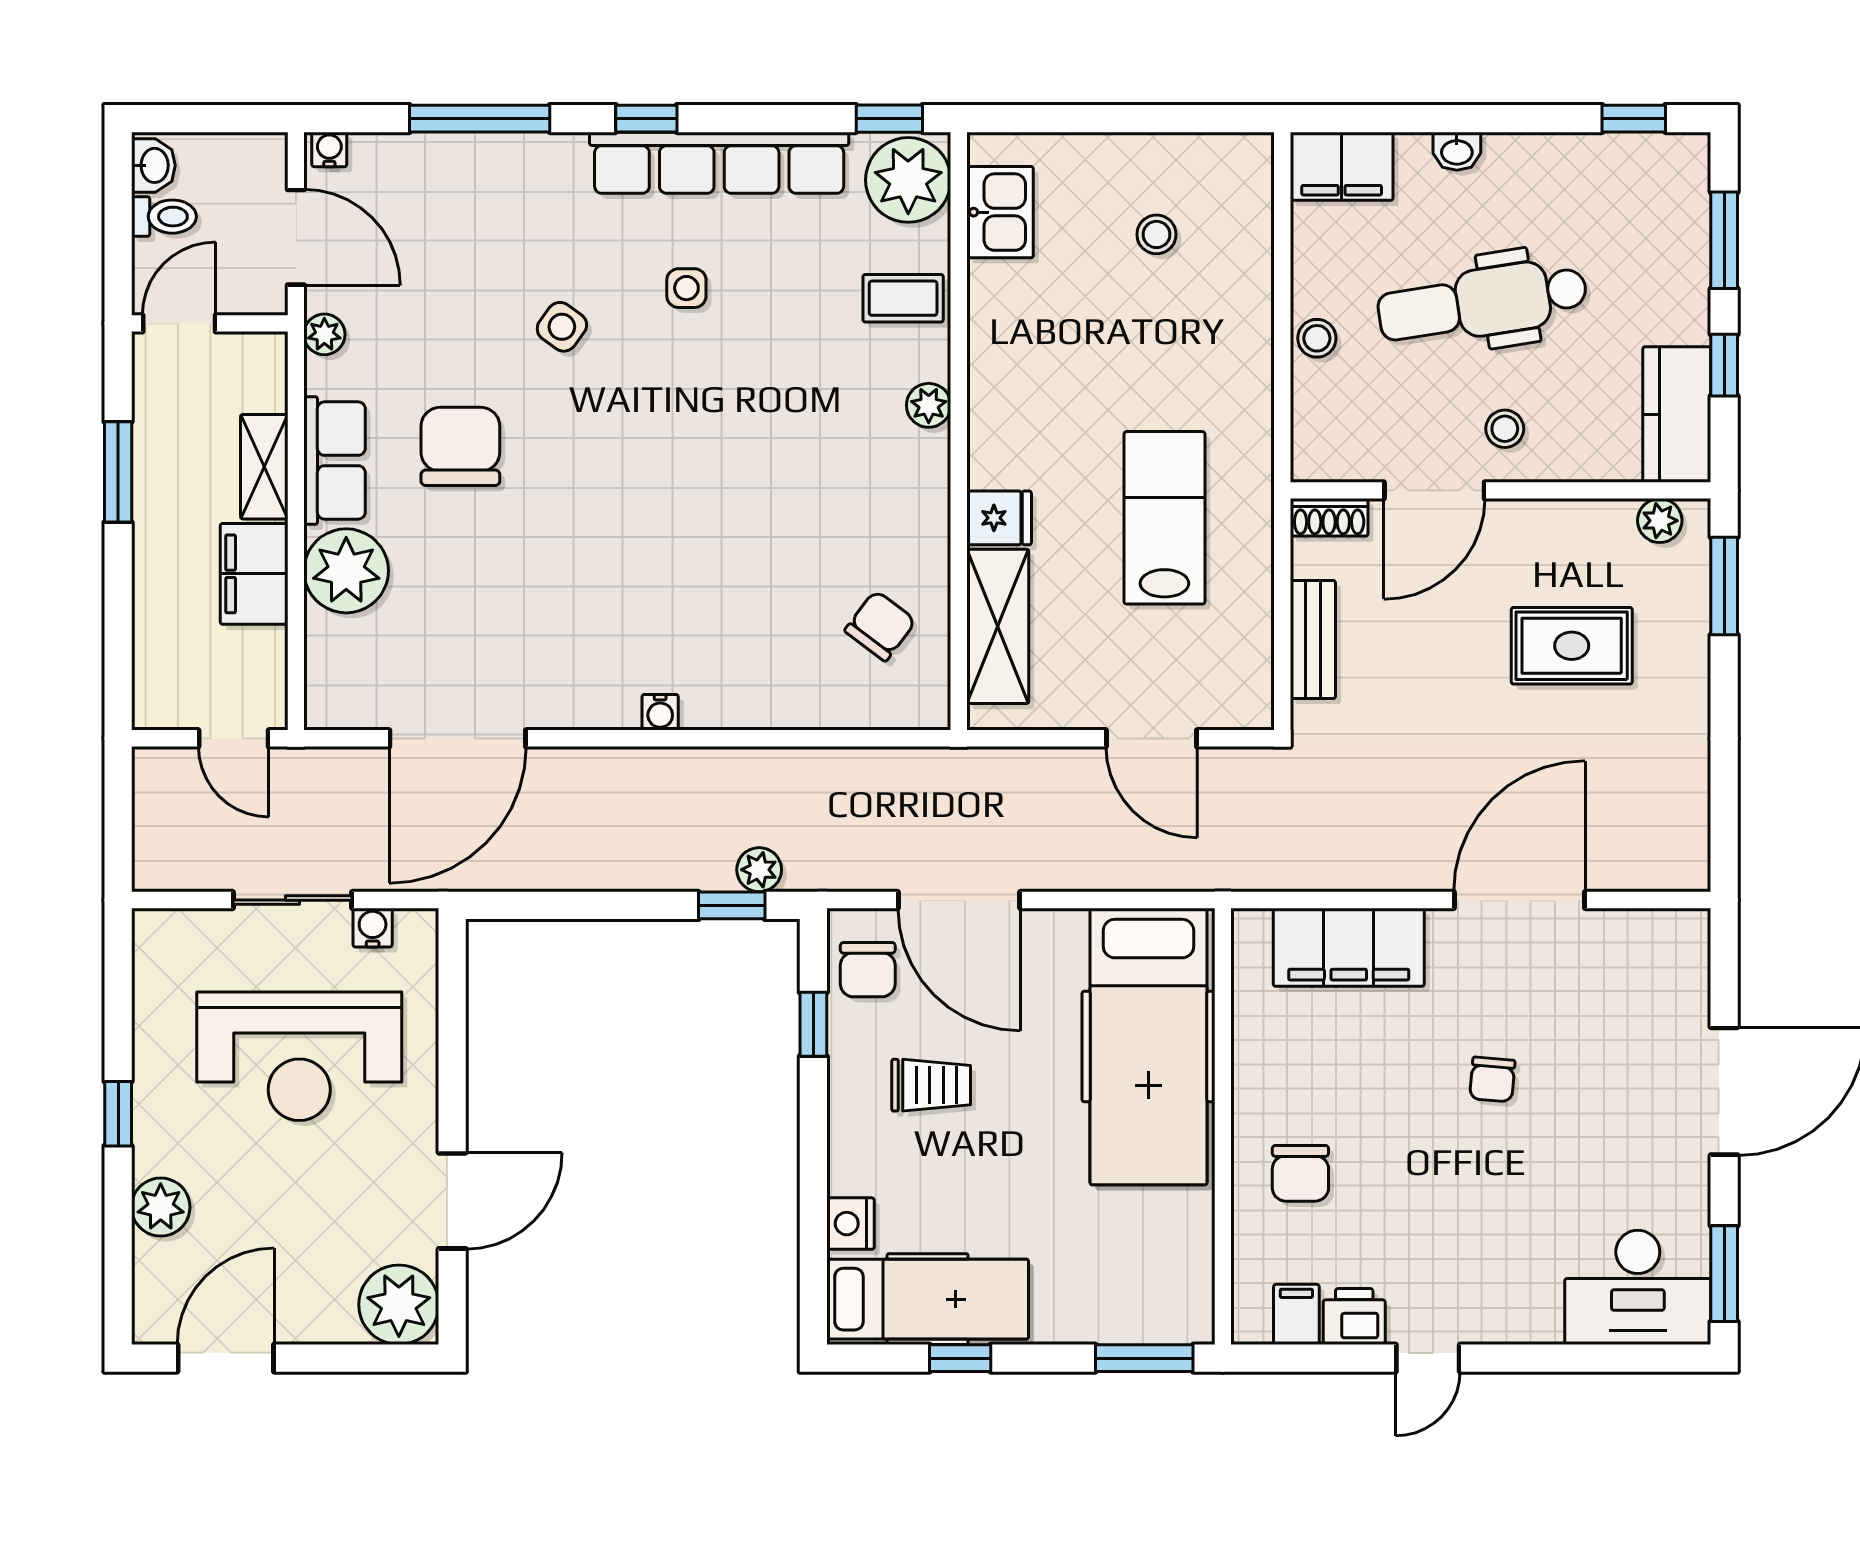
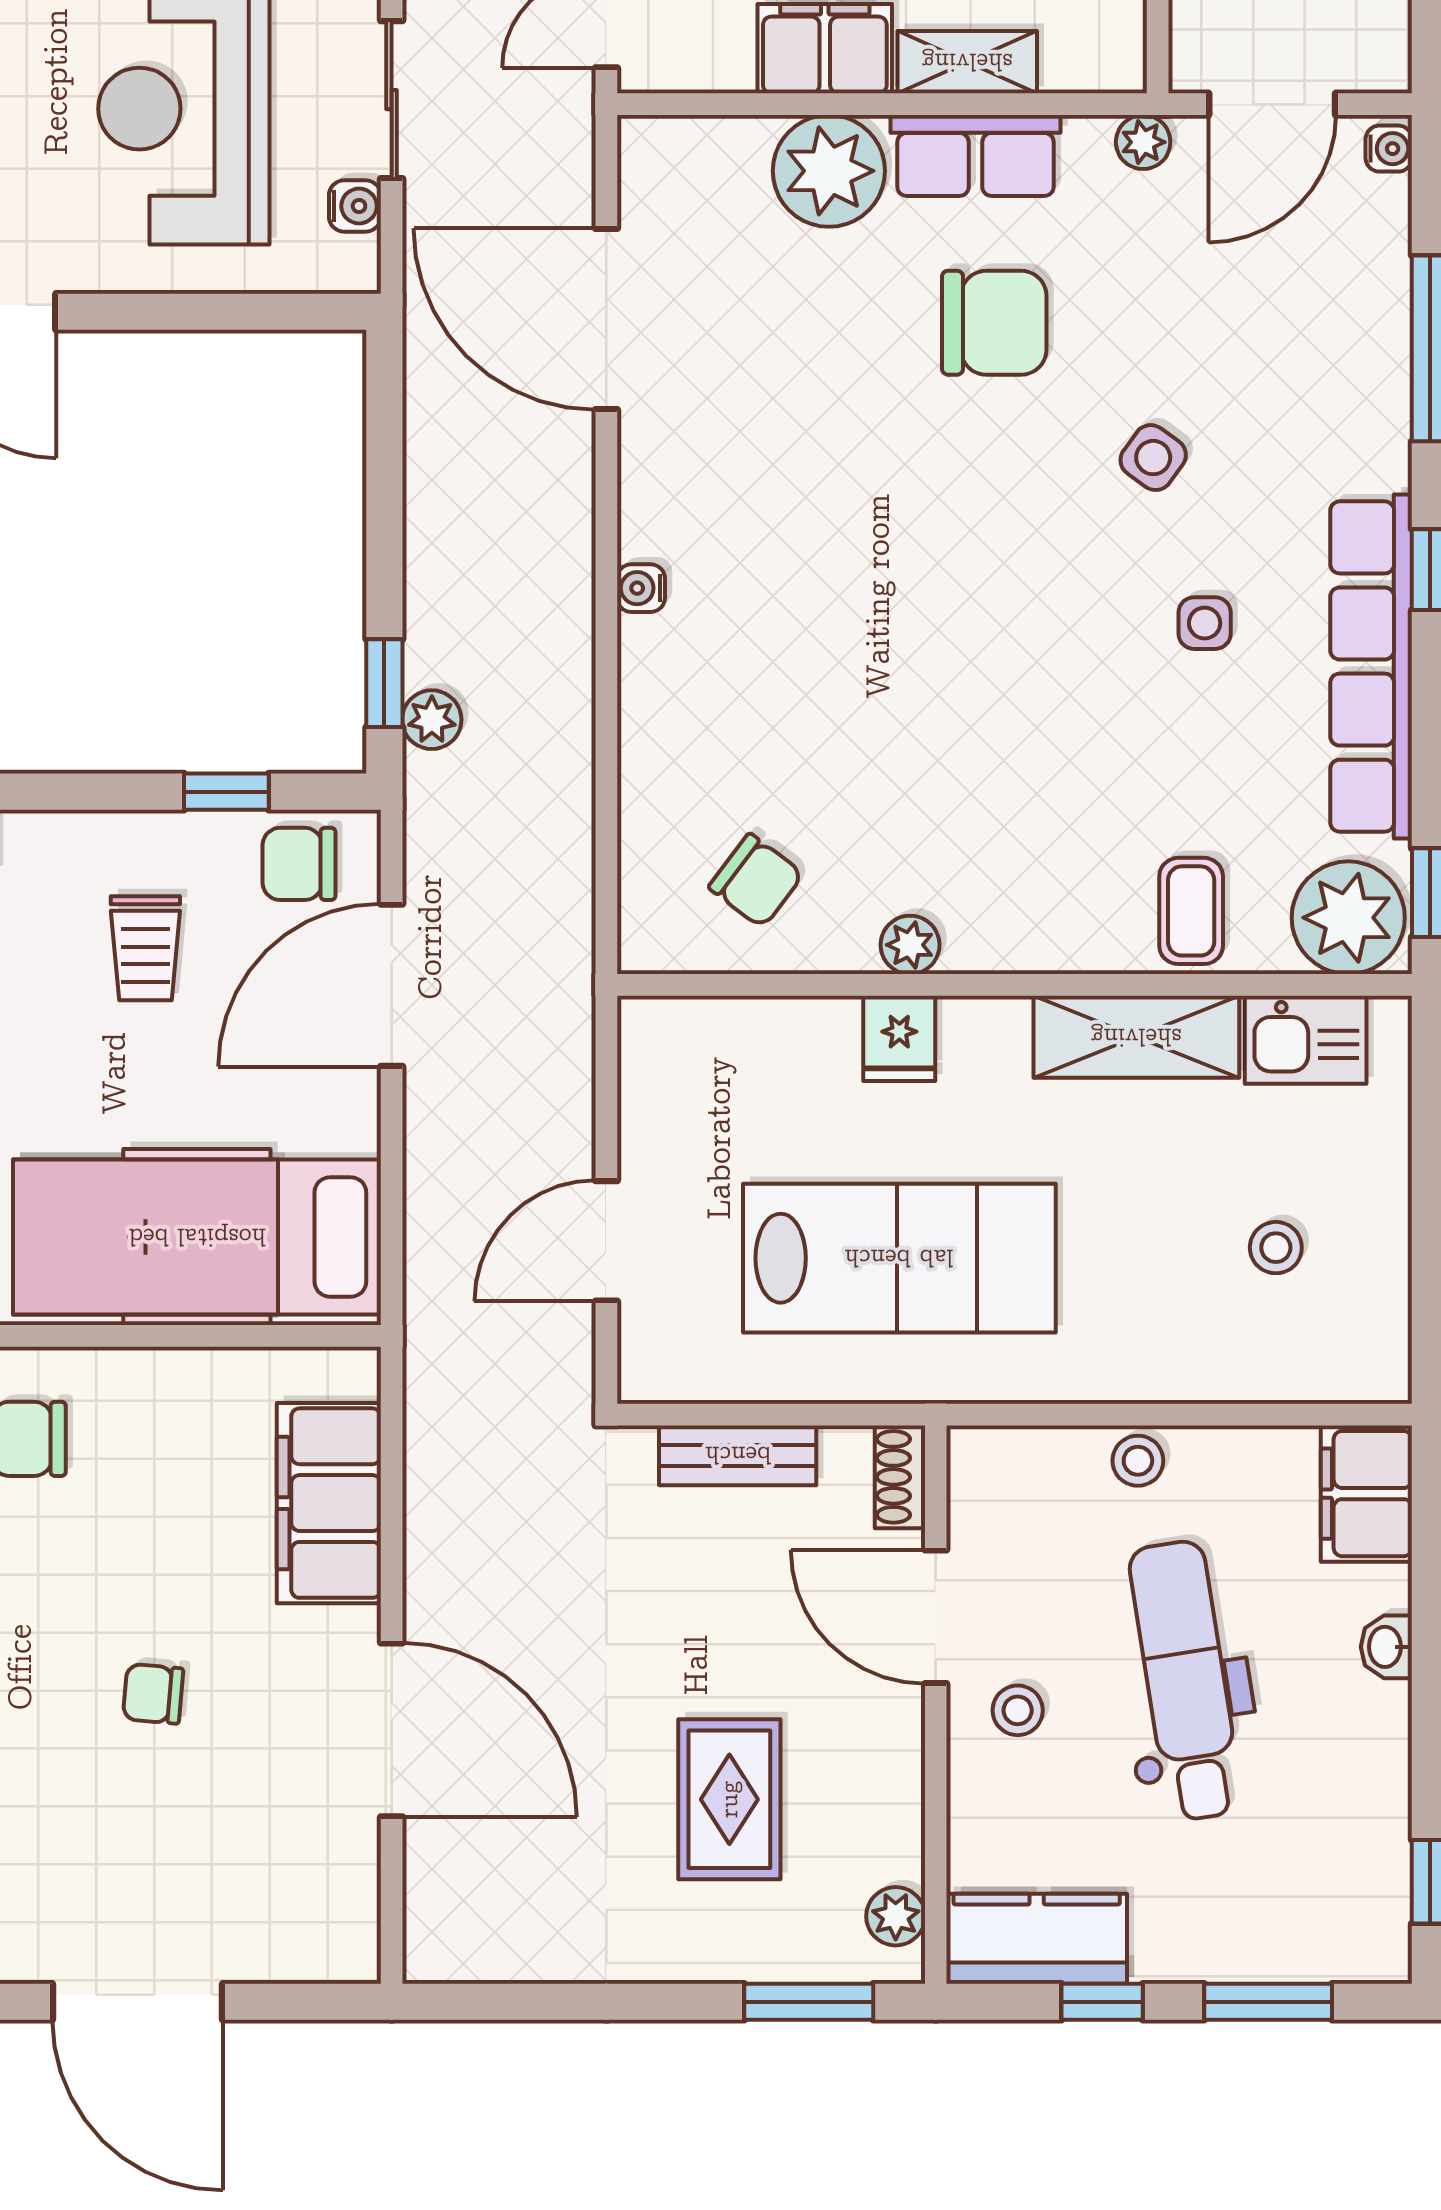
plant: (929, 405) -> (910, 945), moved
lab bench: (1164, 518) -> (899, 1258), width x1.36, depth x1.39
shelving: (998, 626) -> (1136, 1037), moved

